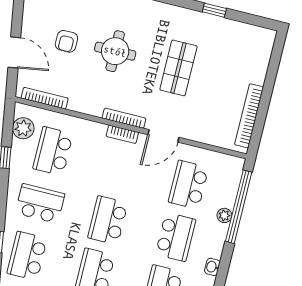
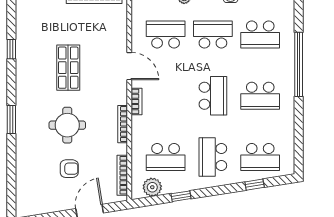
shop shelf: (178, 68) -> (68, 68), turned 90
bookcase: (124, 118) -> (123, 124), moved
school desk: (188, 185) -> (166, 34), turned 180
school desk: (108, 220) -> (213, 96), turned -90

